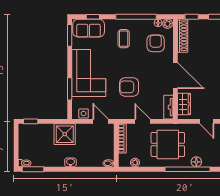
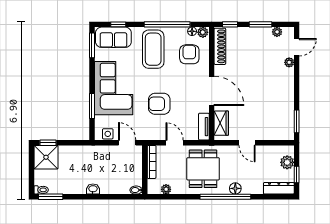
coffee table: (124, 39) -> (153, 49), width x1.86, depth x1.72
shower: (65, 134) -> (46, 157), moved
dining table: (168, 144) -> (203, 169), turned 90

